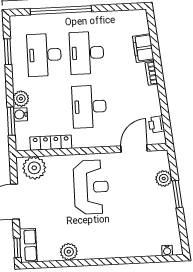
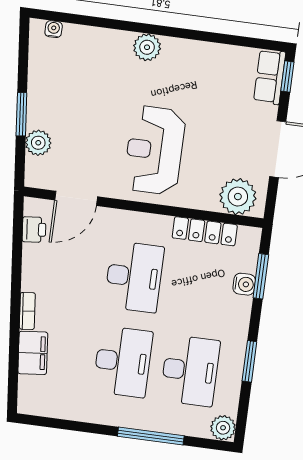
window: (61, 10) -> (151, 436), width x0.68
window: (8, 52) -> (249, 361), moved
plant: (21, 99) -> (223, 428), moved
plant: (69, 252) -> (147, 47), moved

